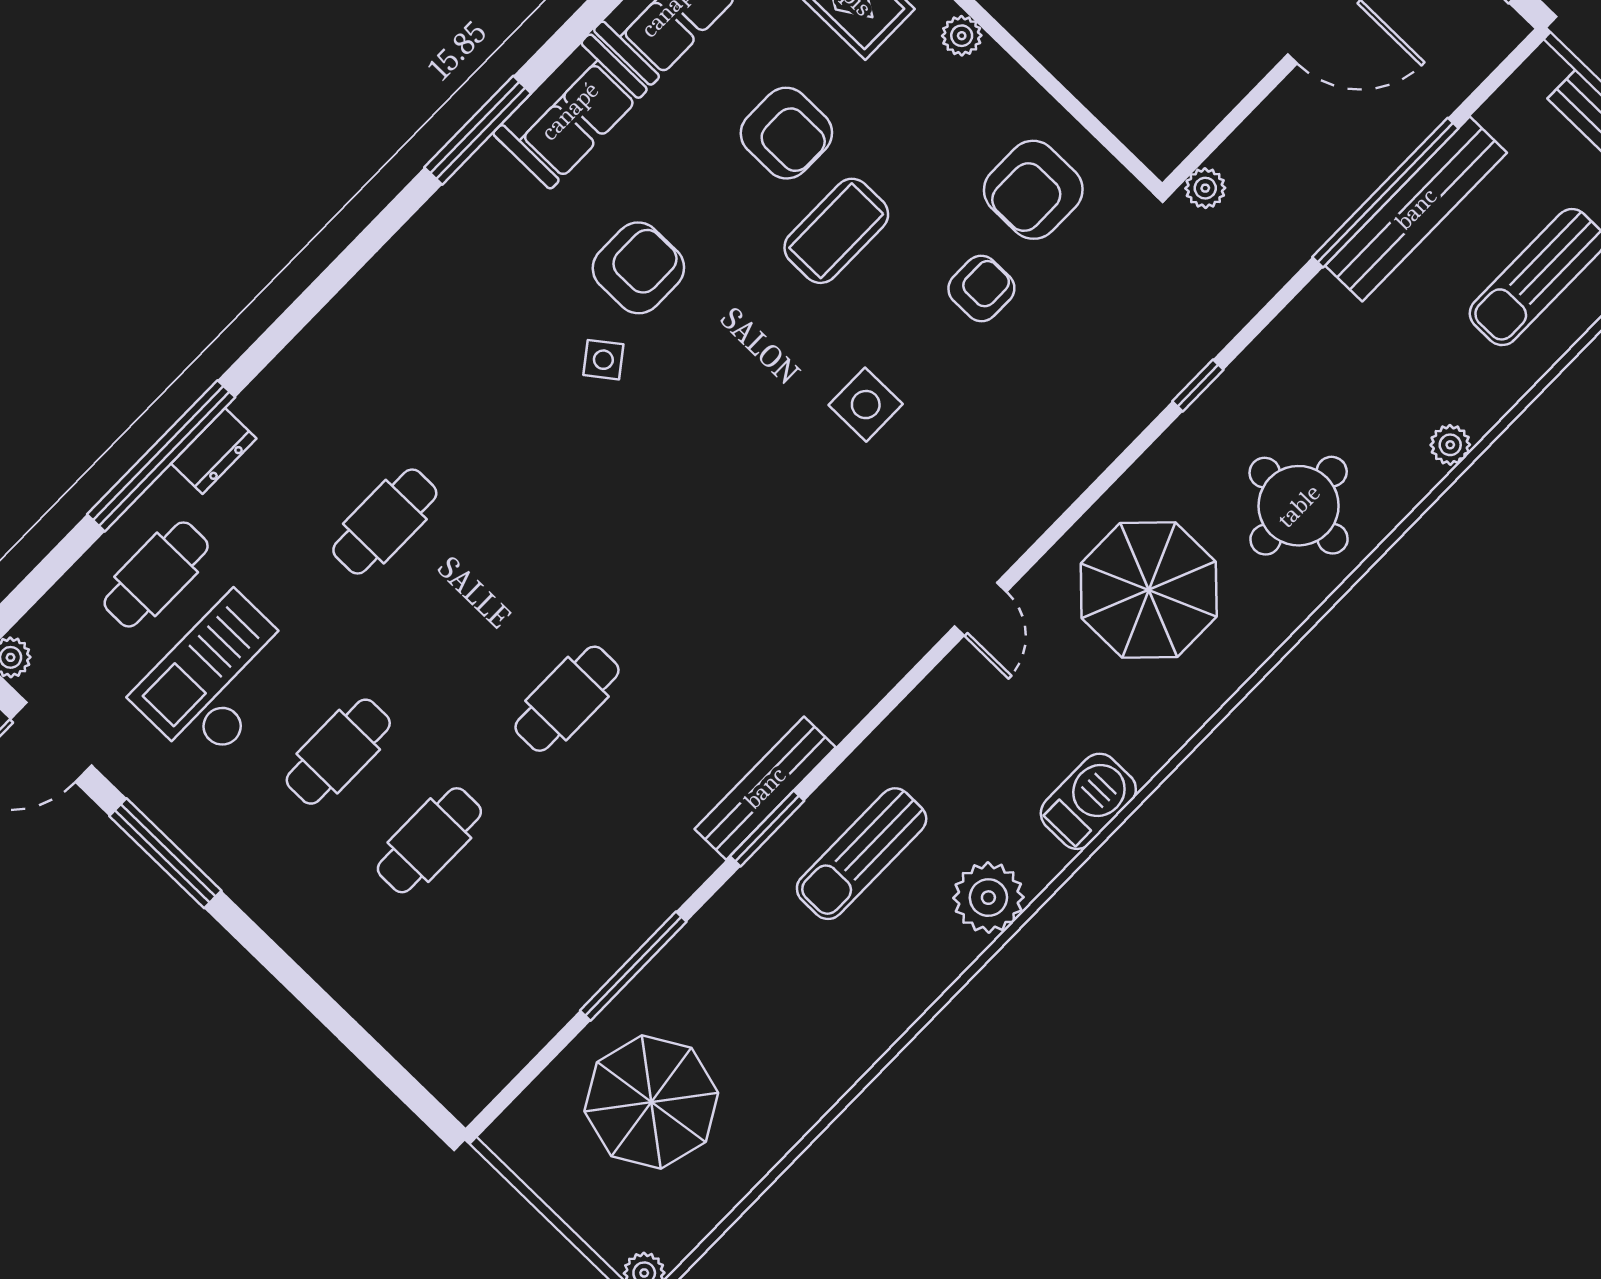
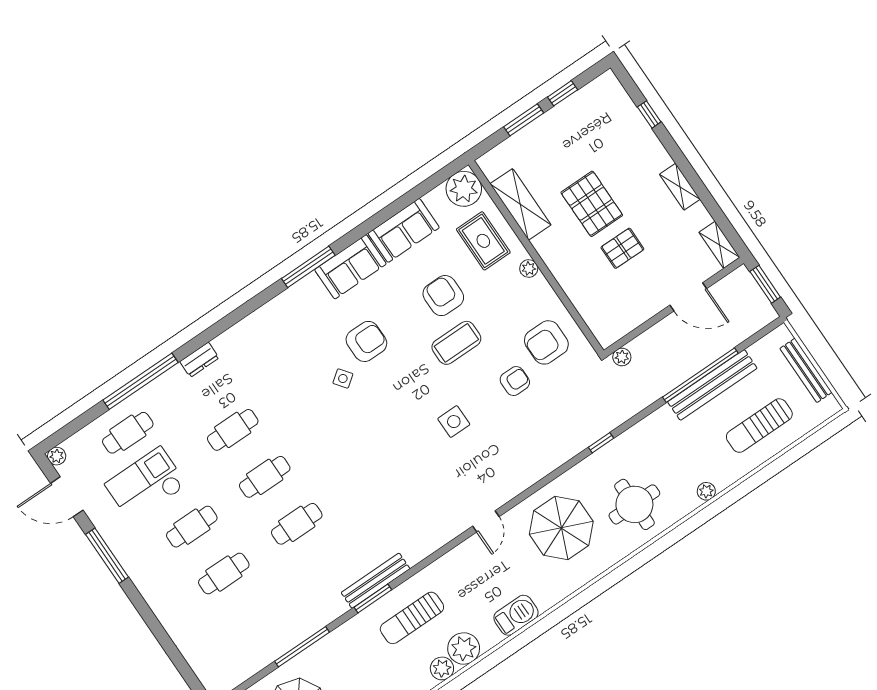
armchair: (786, 133) -> (443, 296), turned 180
dresser: (214, 451) -> (199, 360), moved
cafe table: (476, 610) -> (265, 477), added
plant: (950, 951) -> (442, 668), added

